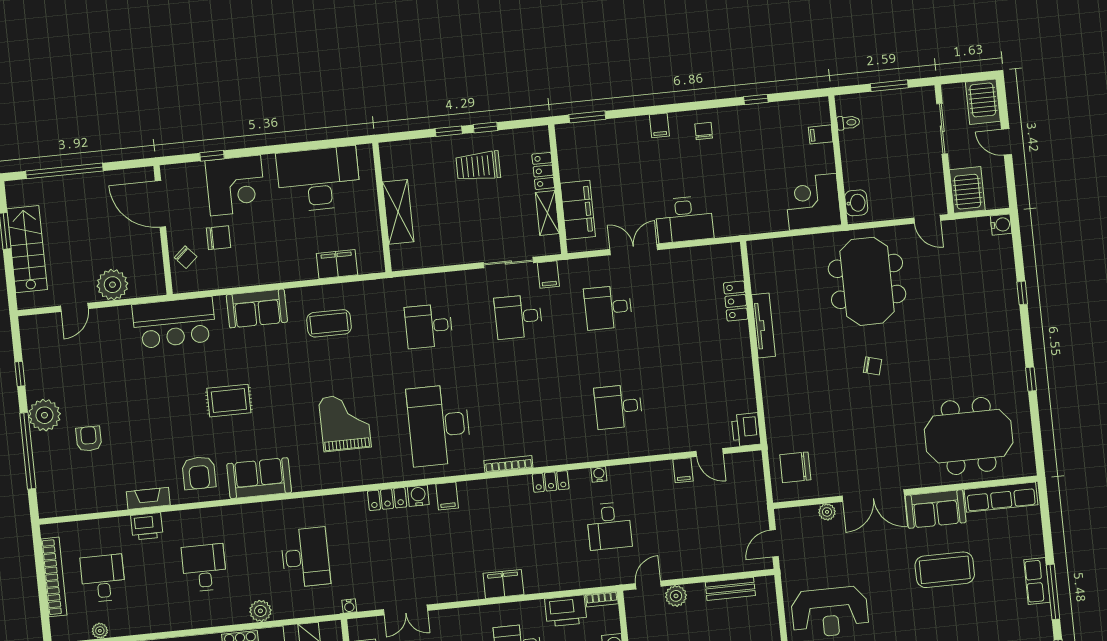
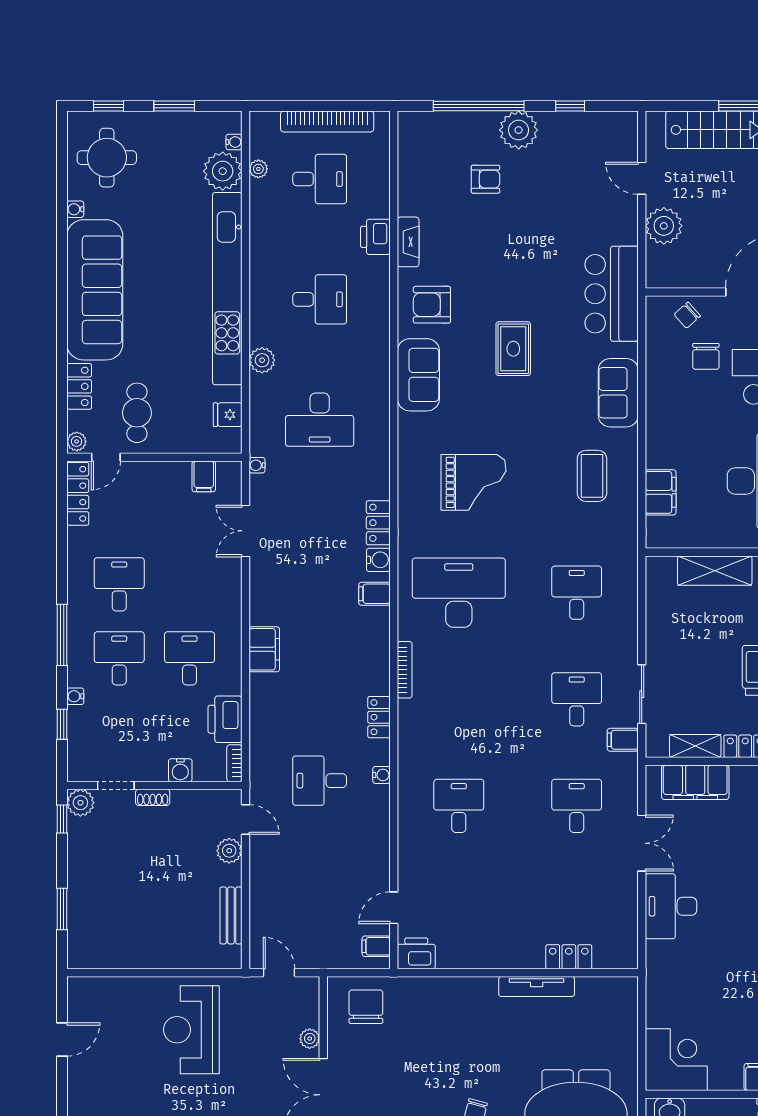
filing cabinet: (683, 470) -> (376, 946), moved

